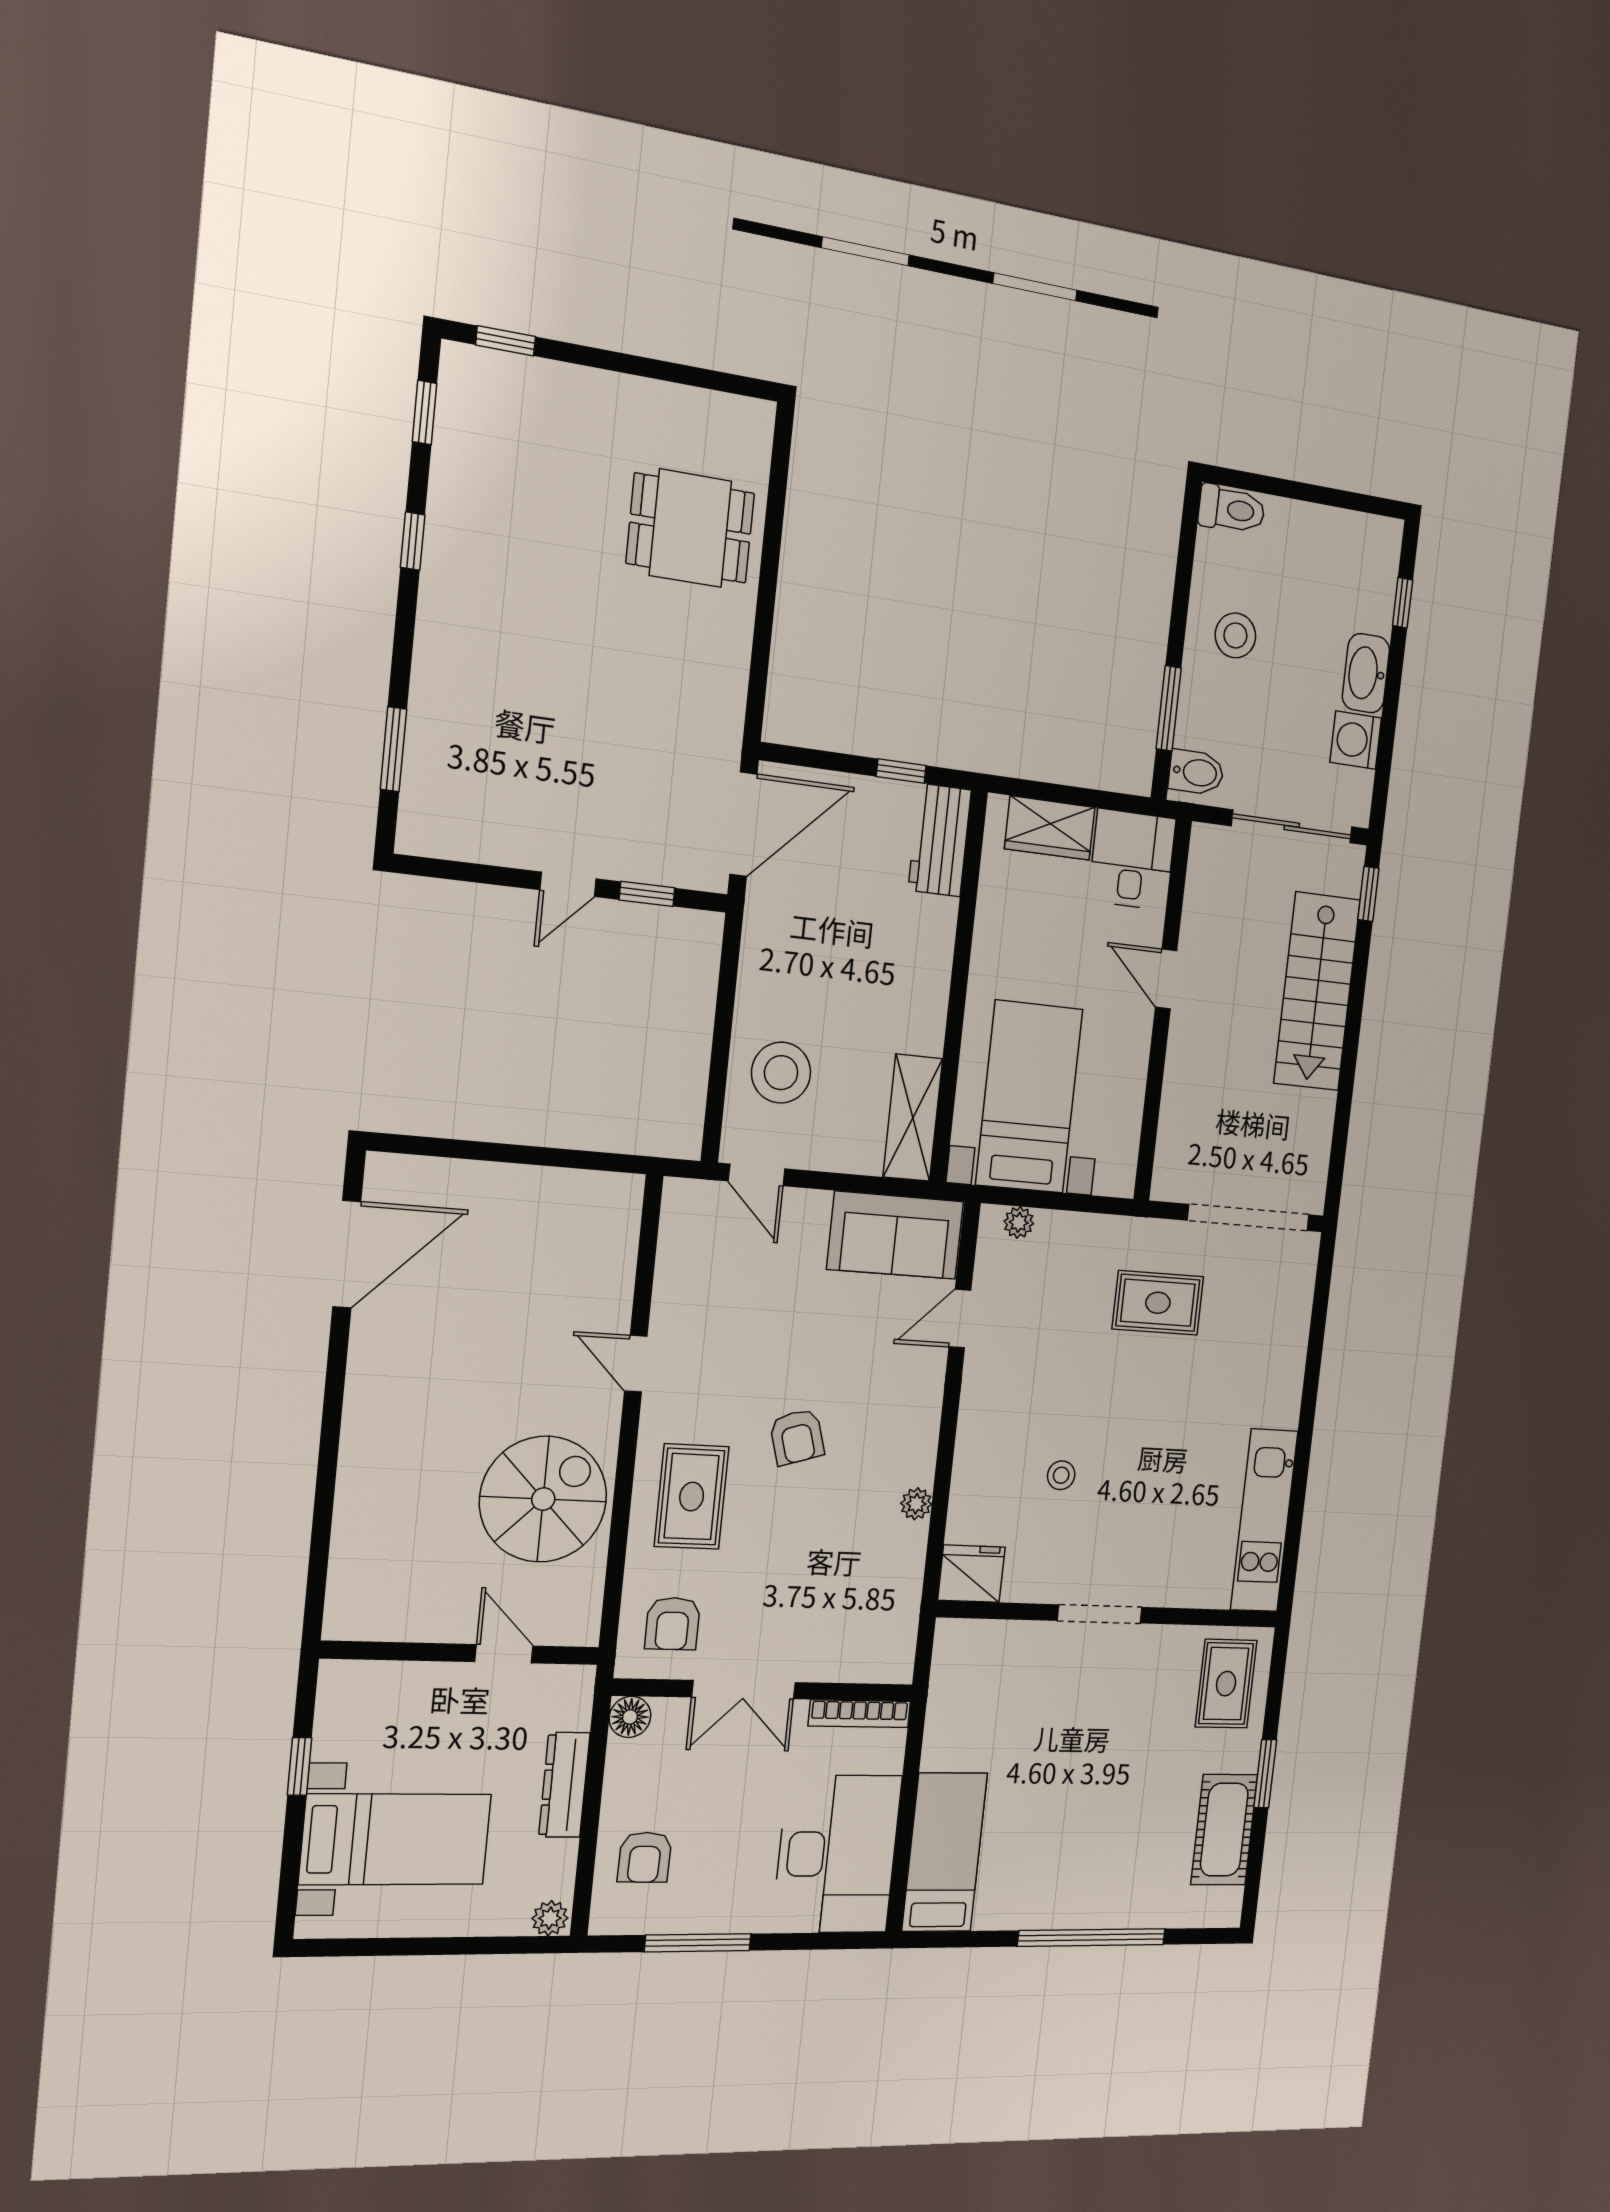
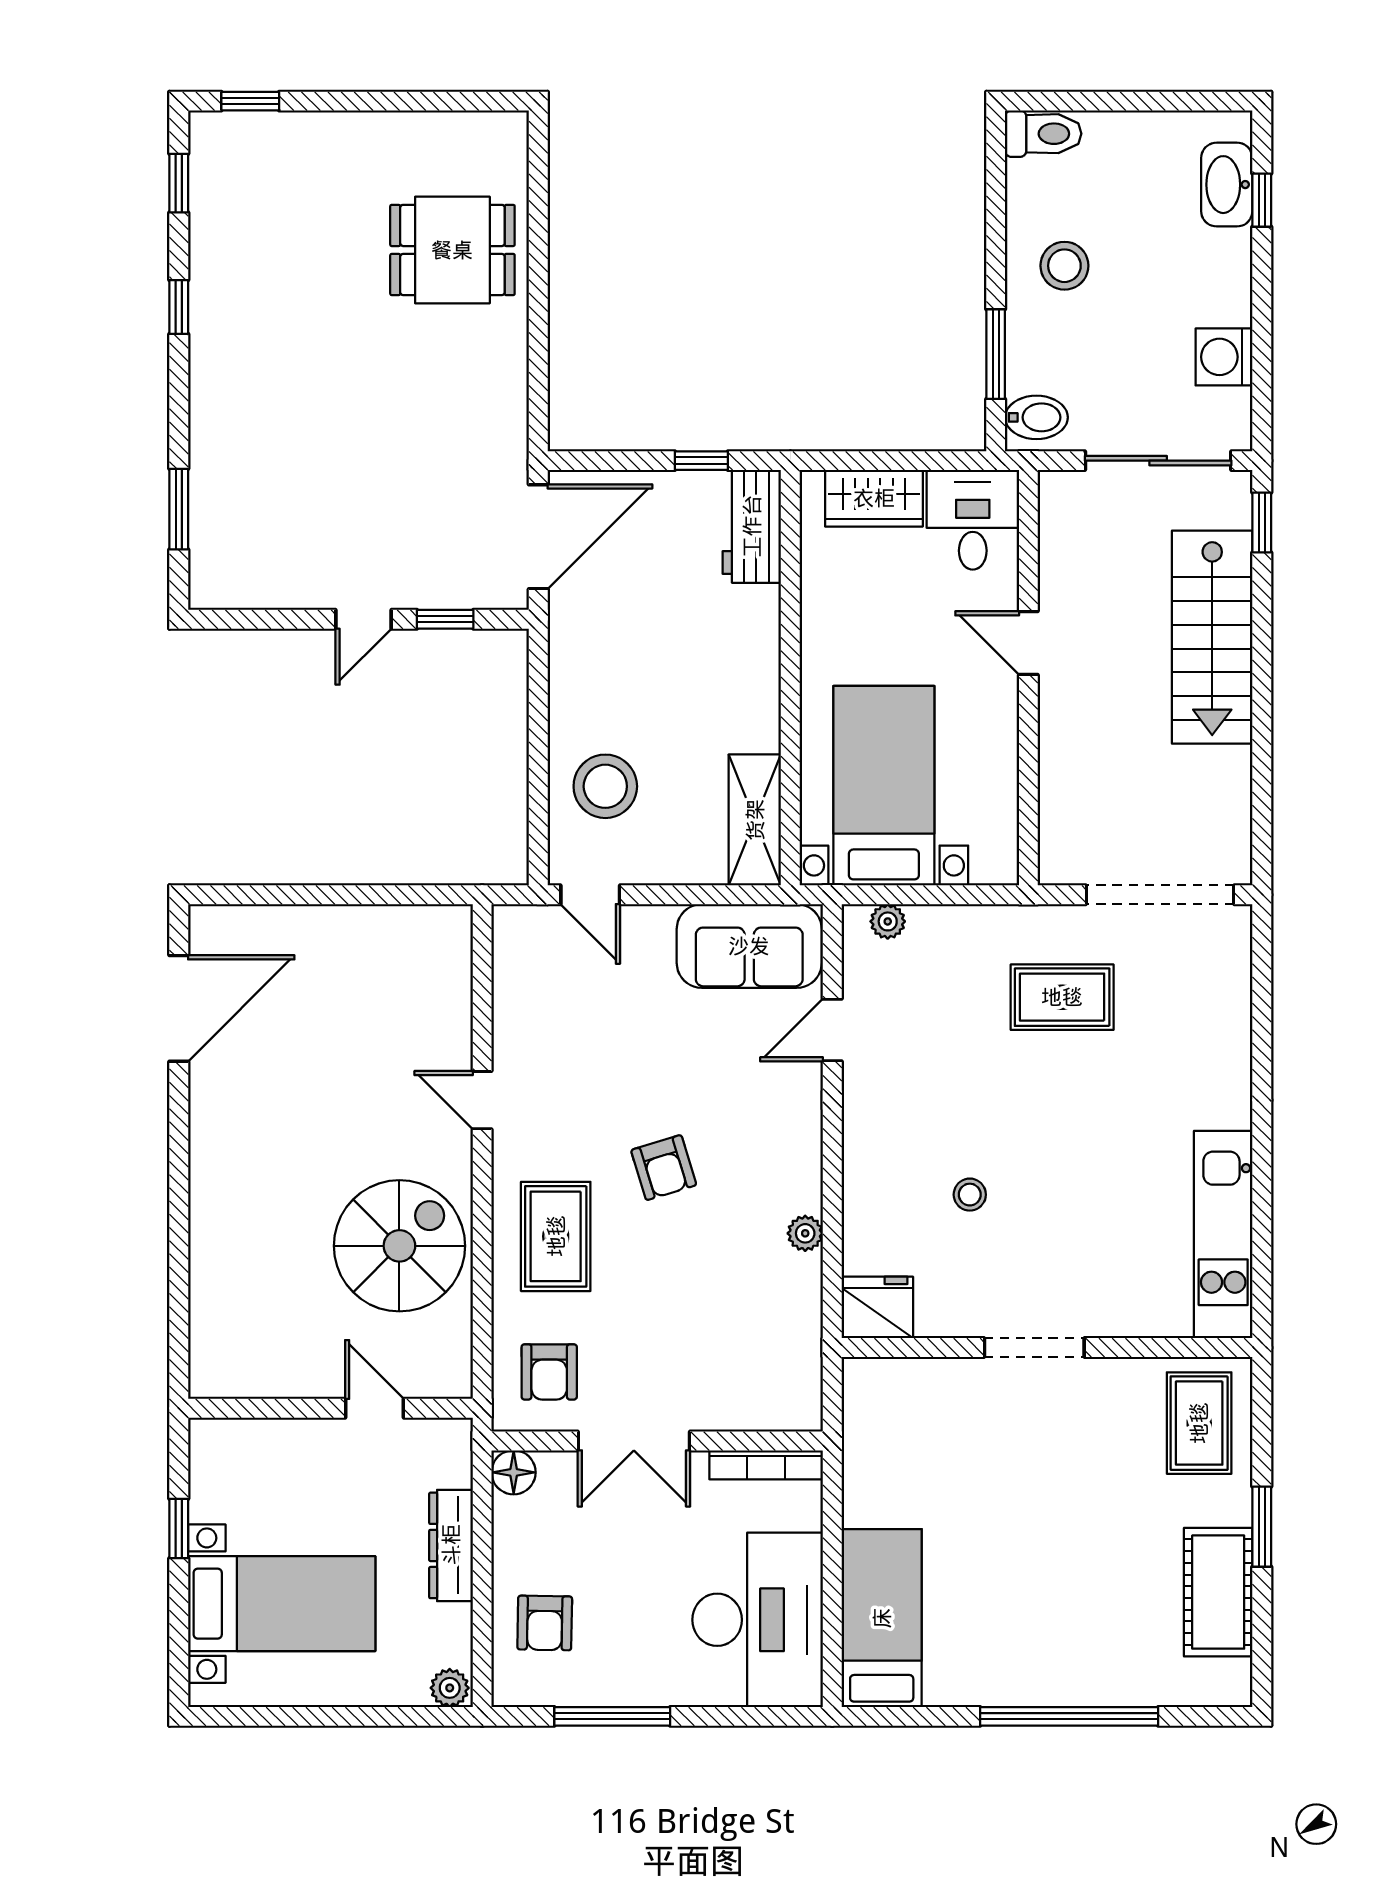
washbasin: (1366, 673) -> (1227, 185), moved

